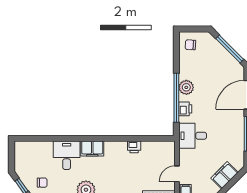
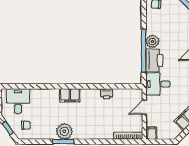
printer: (185, 109) -> (154, 60), width x1.87, depth x1.48
desk: (67, 155) -> (18, 101), moved
door: (177, 174) -> (144, 107), moved

